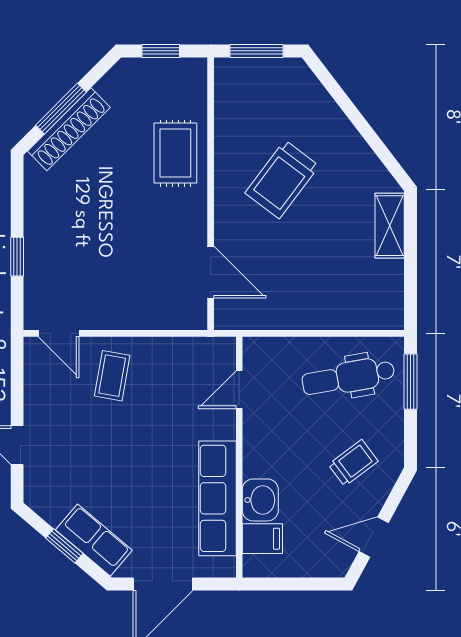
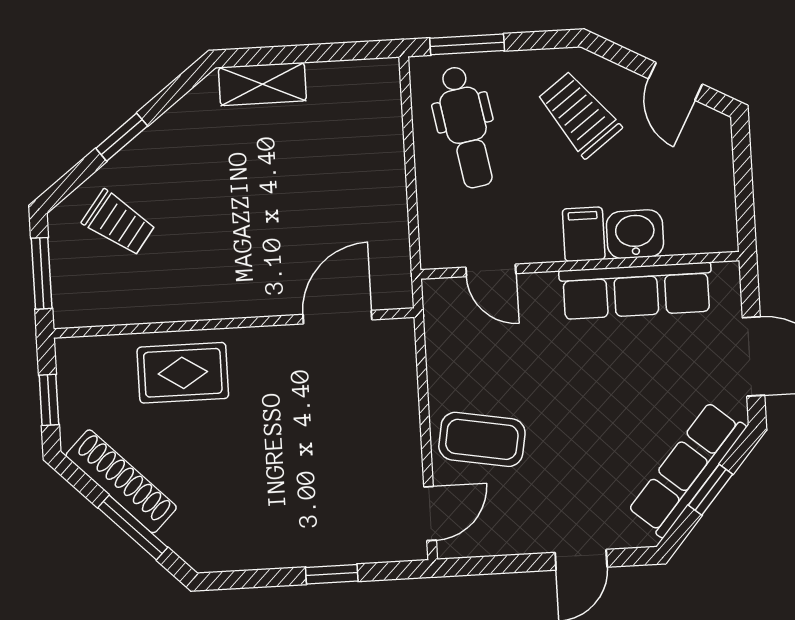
window: (356, 117) -> (122, 137), added
shoe rack: (69, 129) -> (121, 481), moved
trolley: (282, 179) -> (119, 223), moved, width x0.73, depth x0.72
coffee table: (112, 376) -> (482, 439), width x1.36, depth x1.30
trolley: (353, 463) -> (579, 114), width x1.36, depth x1.39
filing cabinet: (262, 539) -> (584, 234), moved
row of seats: (94, 540) -> (687, 469), width x1.48

